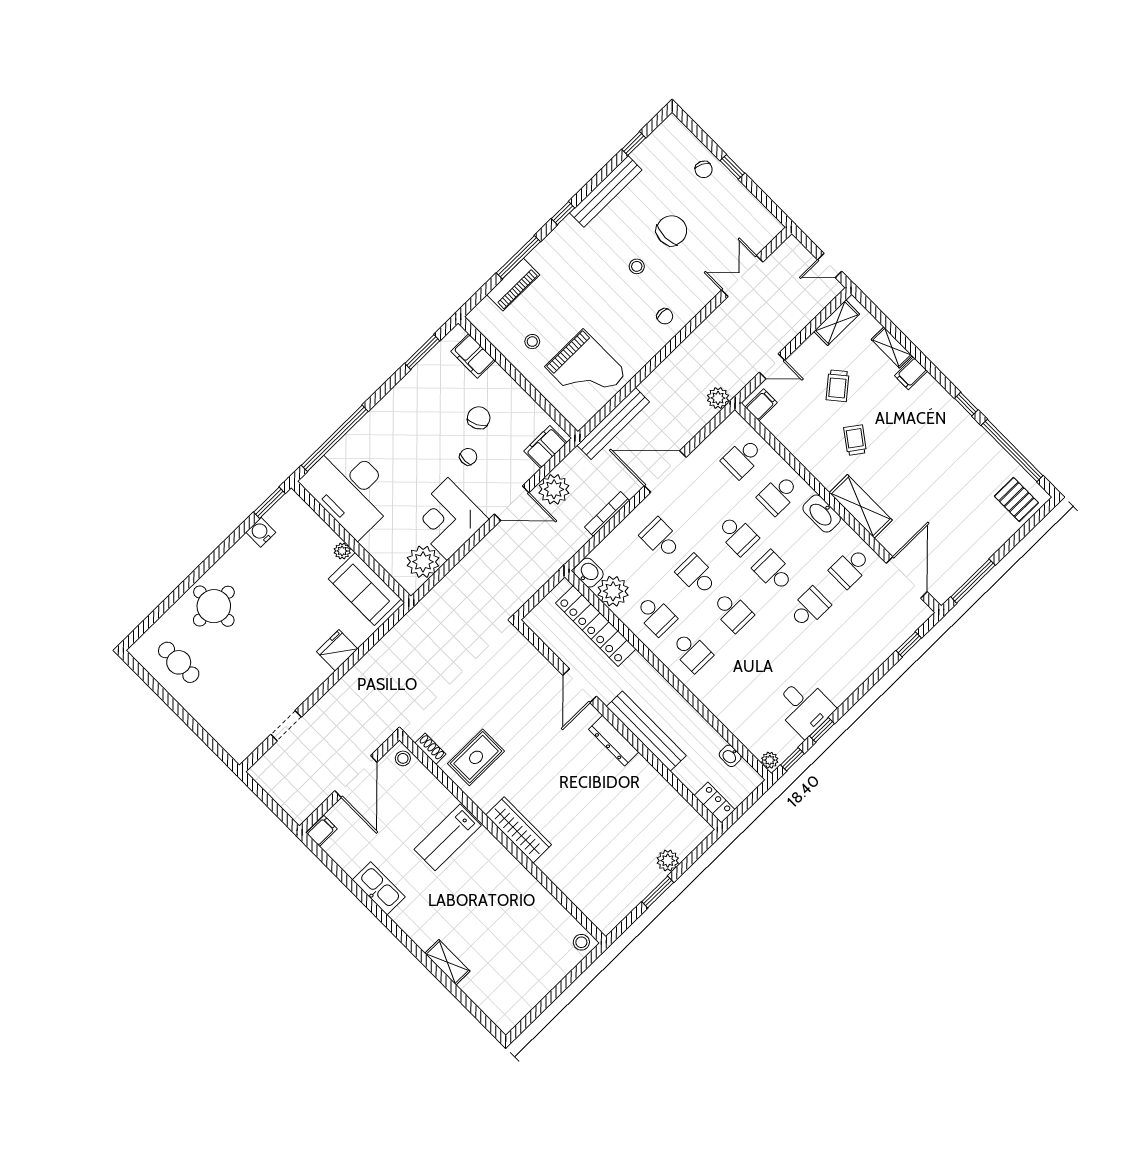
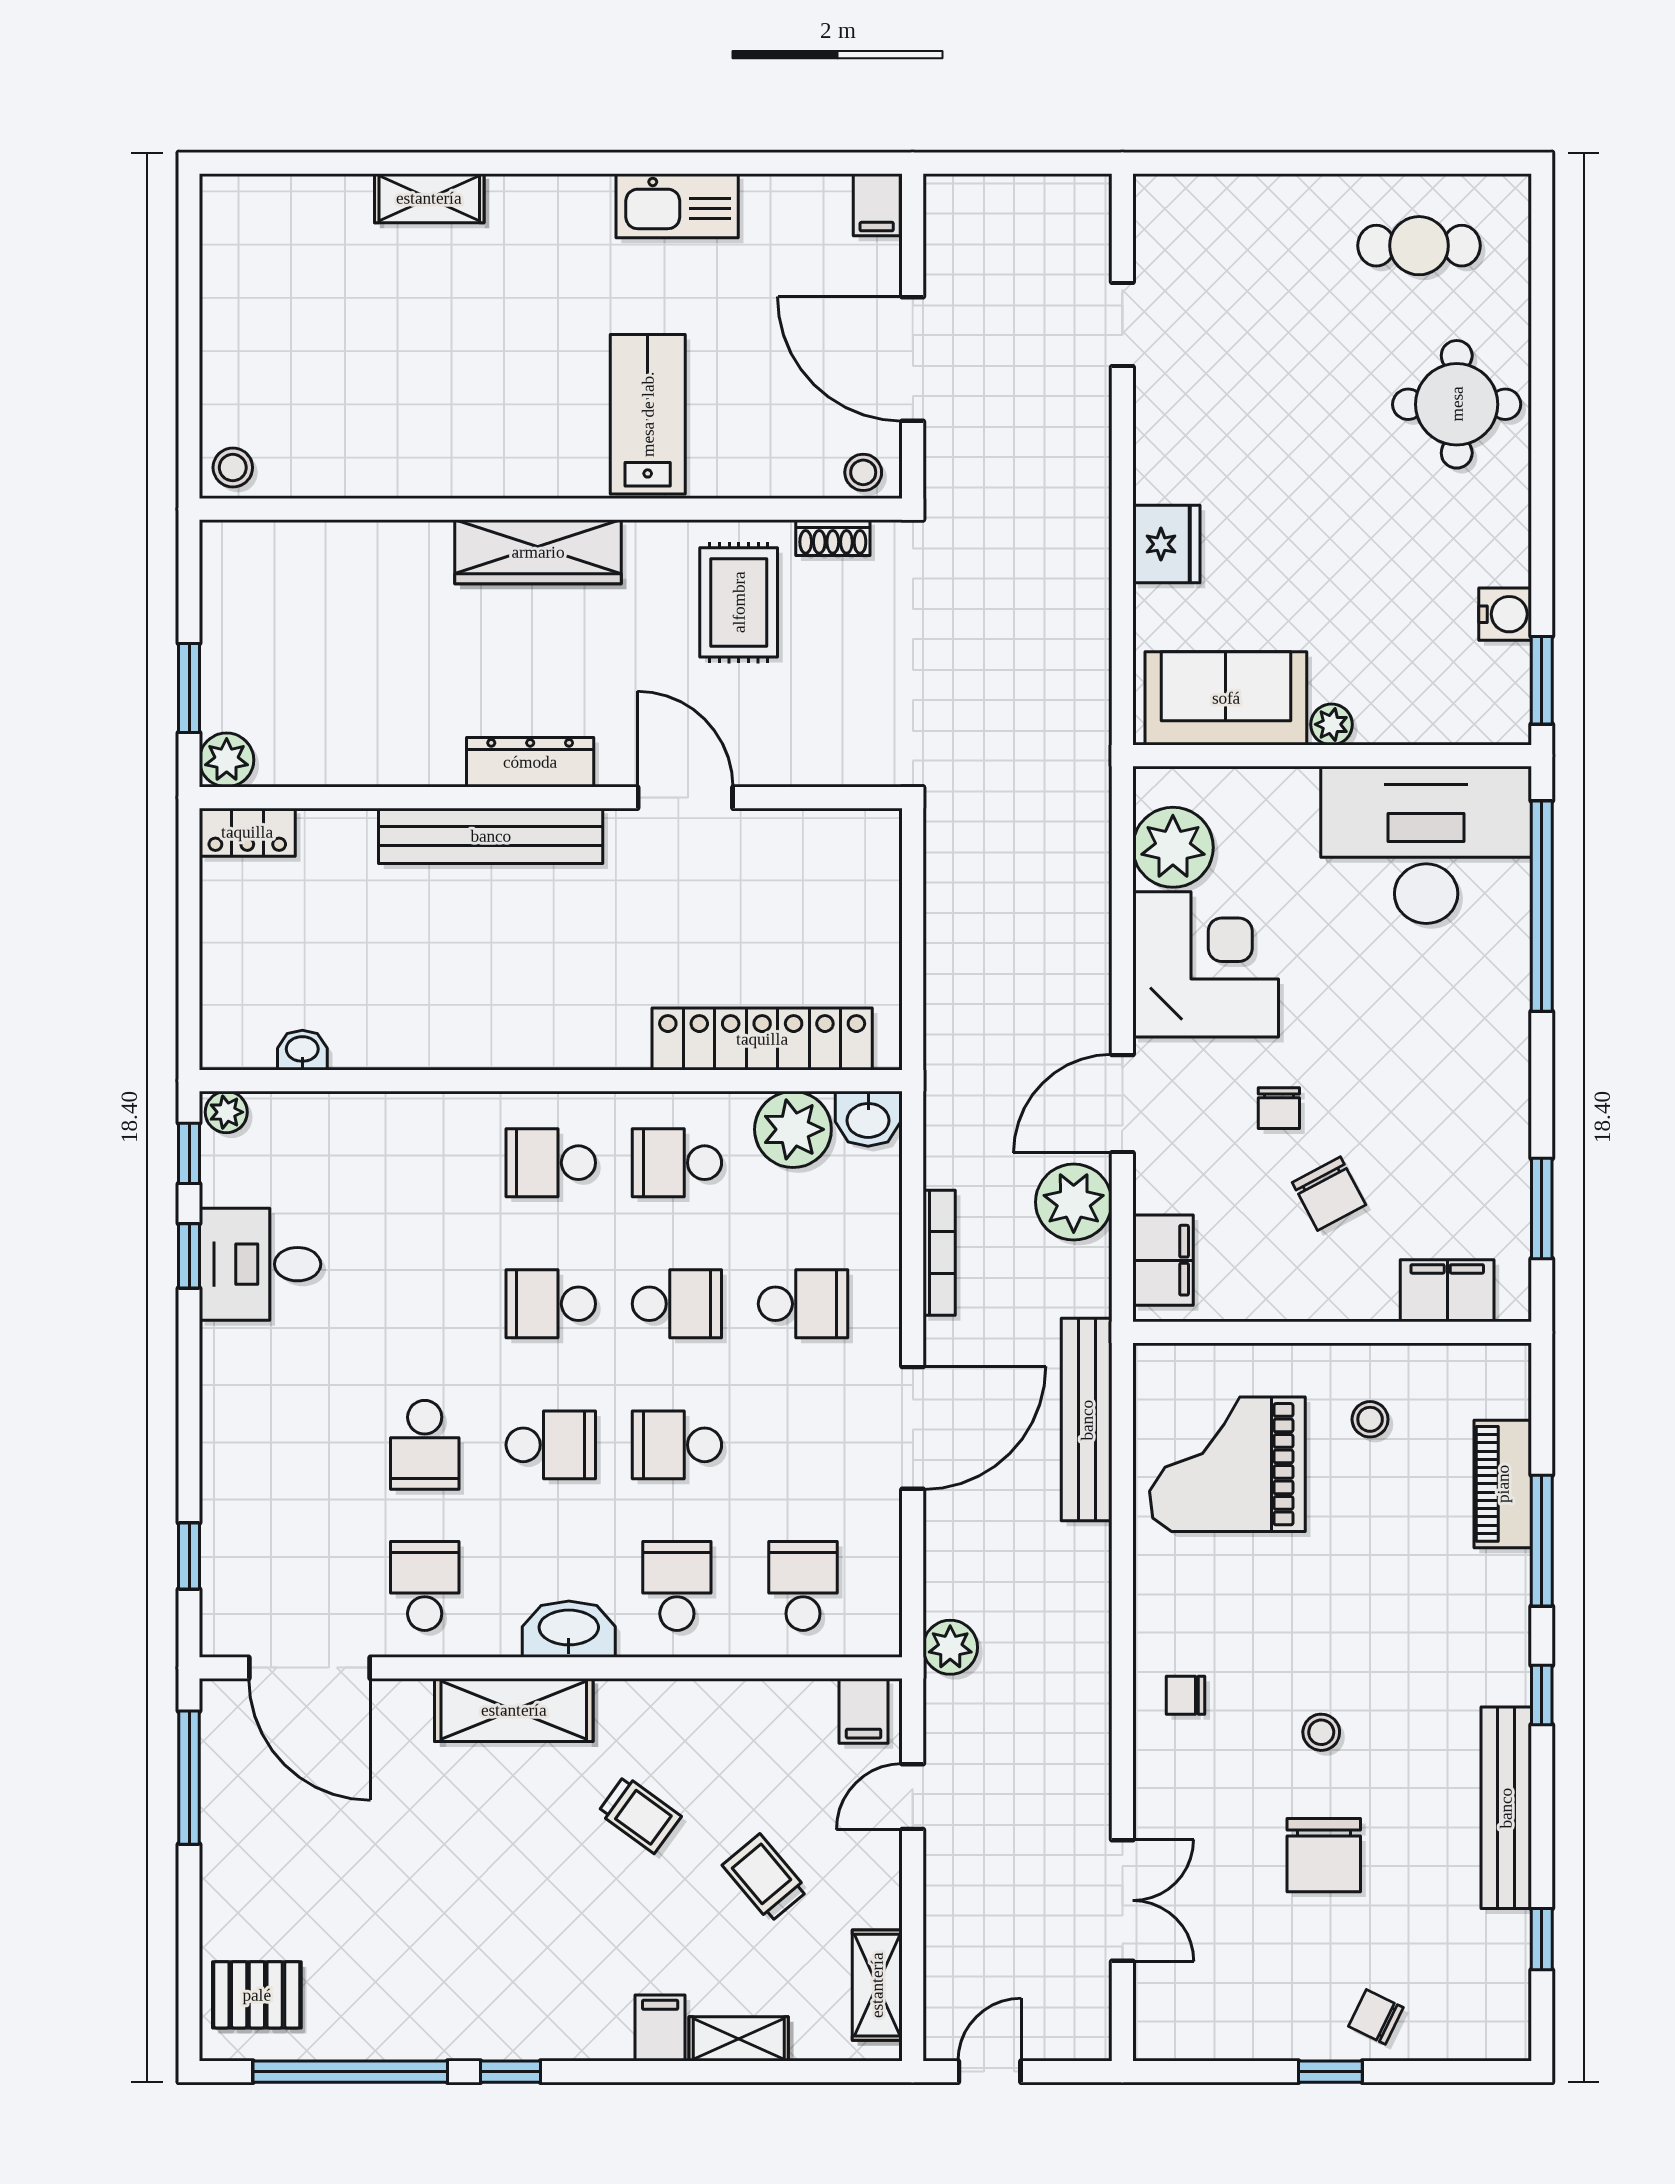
door: (580, 686) -> (685, 798), moved
wall: (618, 725) -> (551, 798), moved
bench: (646, 731) -> (491, 836), moved
dresser: (614, 741) -> (530, 762), moved
locker: (715, 803) -> (247, 832), moved

